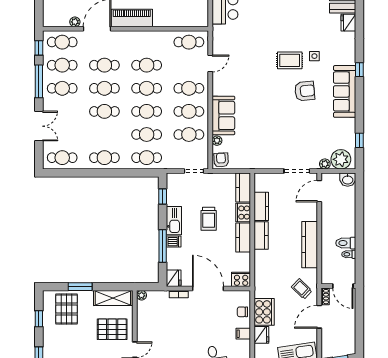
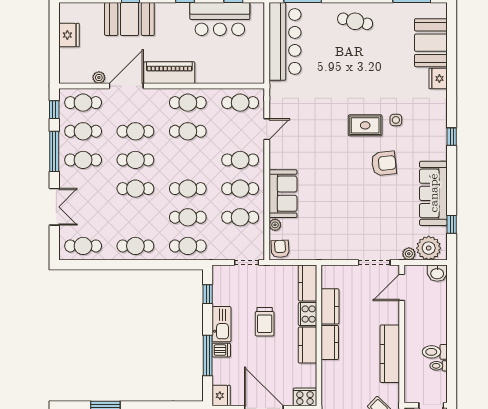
cafe table: (147, 88) -> (188, 103), moved
sofa: (345, 91) -> (433, 193), moved

